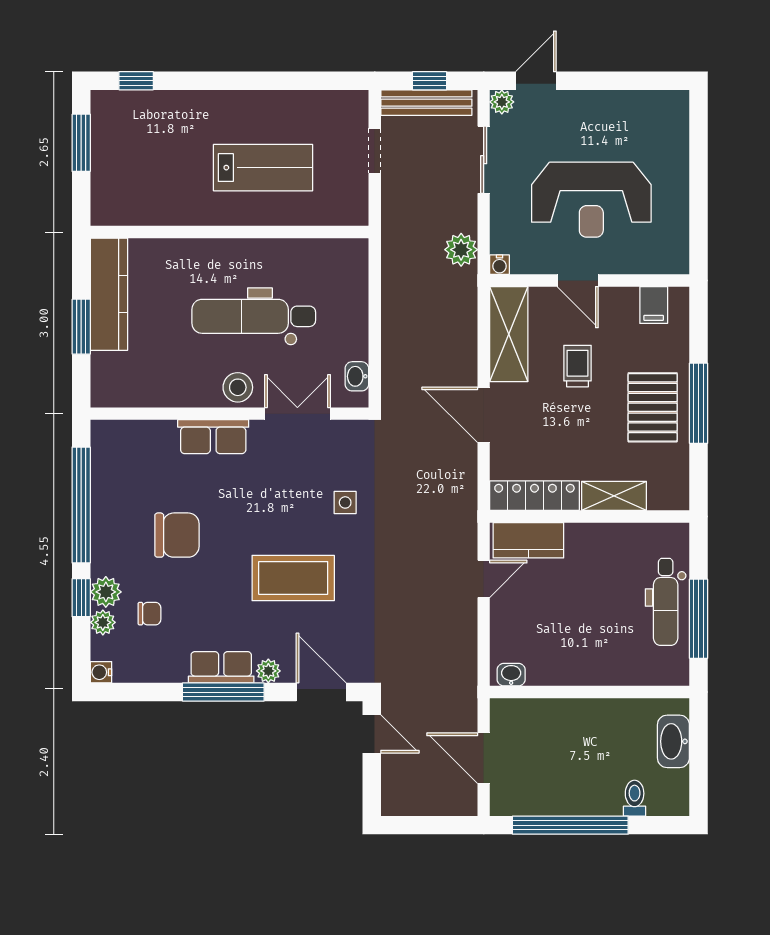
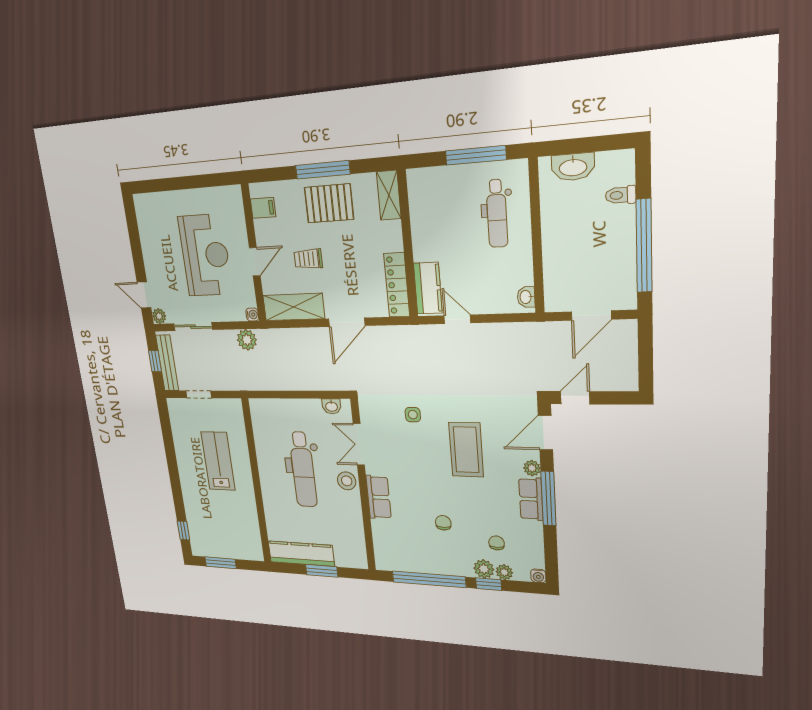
shelving: (614, 496) -> (389, 195), moved
chair: (177, 535) -> (443, 523), width x0.54, depth x0.54
dental chair: (666, 602) -> (497, 214), moved, turned 90

